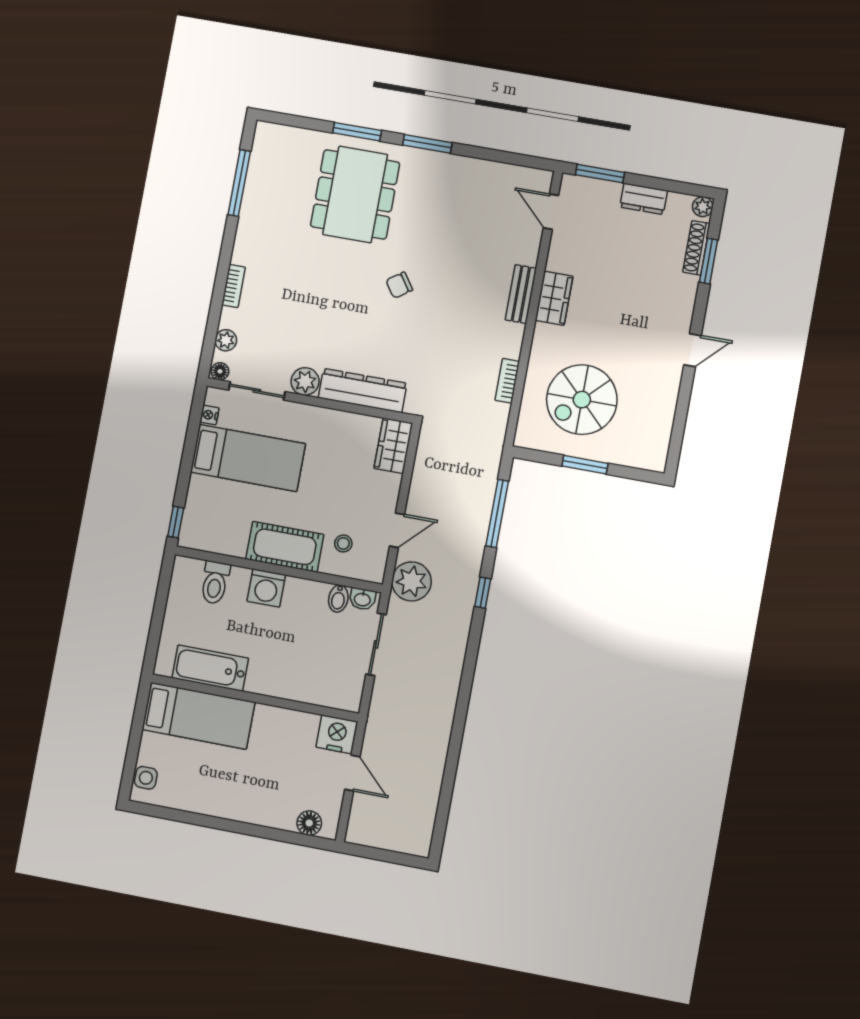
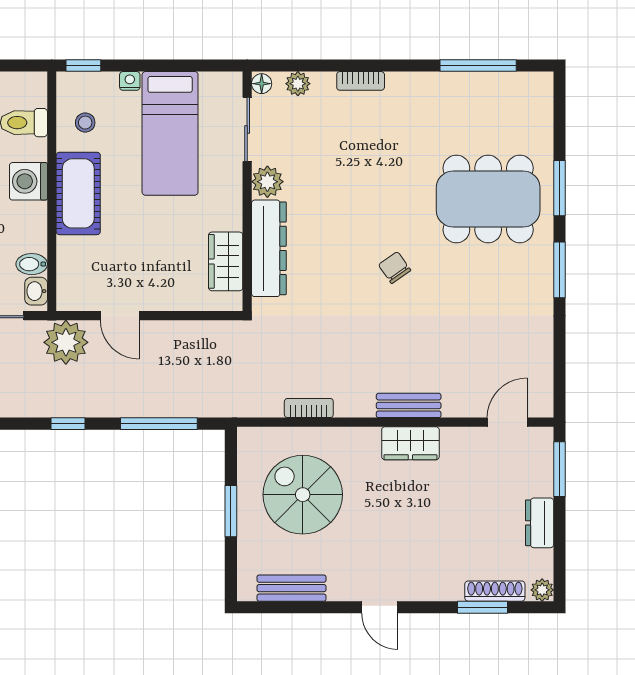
nightstand: (209, 415) -> (130, 81), moved
bench: (662, 424) -> (291, 588), added
wardrobe: (393, 446) -> (226, 261), moved, turned -90
stool: (343, 543) -> (85, 123), moved

